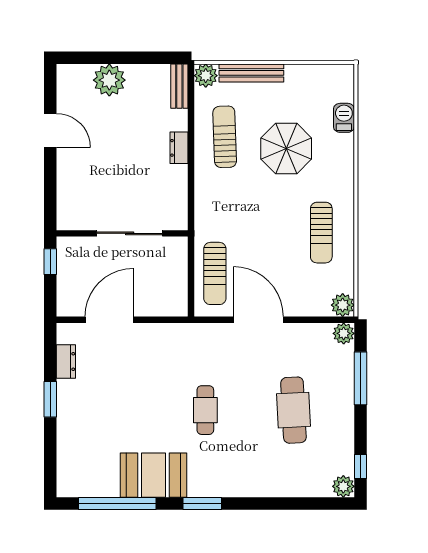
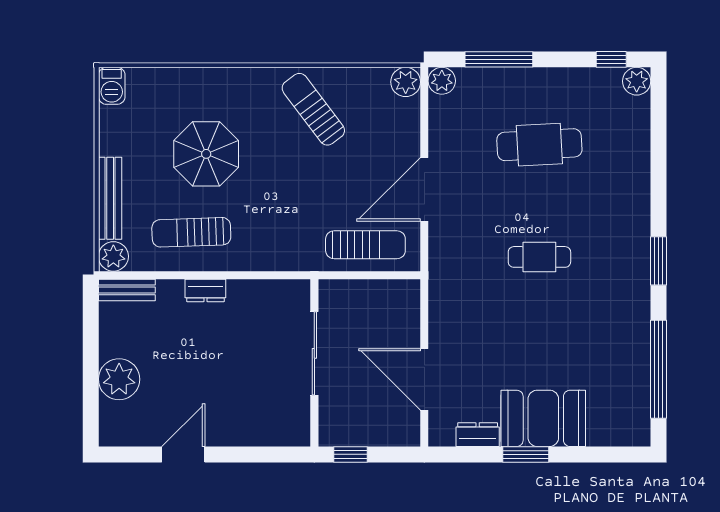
barbecue: (344, 118) -> (112, 86), moved, turned -90
sun lounger: (321, 233) -> (313, 109), turned -127
booth: (153, 475) -> (543, 418), moved, turned 90

